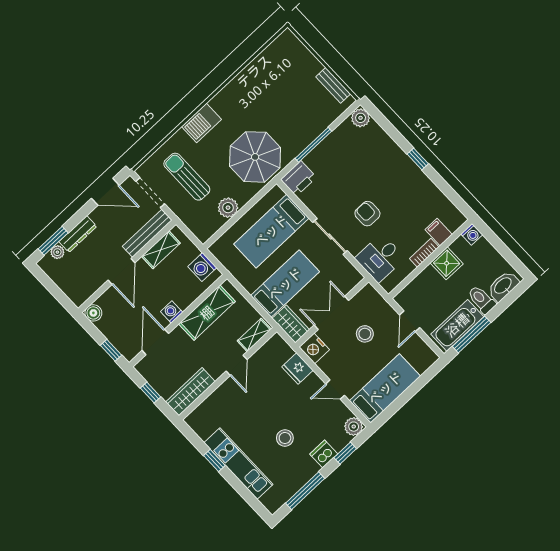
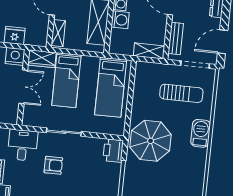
plant: (228, 208) -> (140, 96), removed
bed: (271, 231) -> (111, 87), moved, turned 180
bench: (147, 233) -> (176, 38), width x0.73
shelving: (161, 250) -> (149, 51), moved, turned 90
washing machine: (202, 267) -> (120, 20), moved, turned 90

